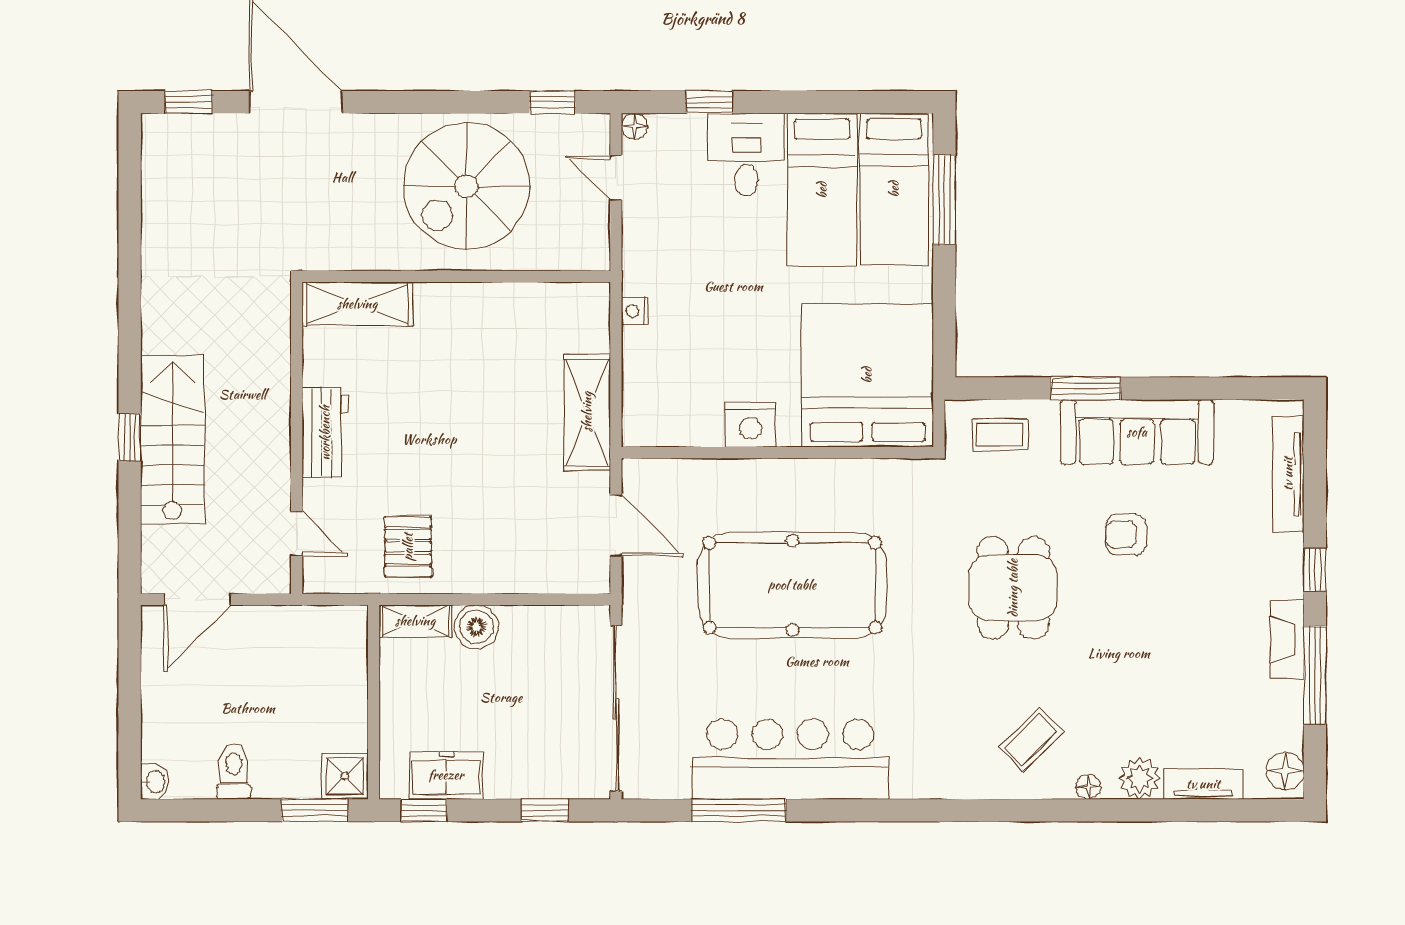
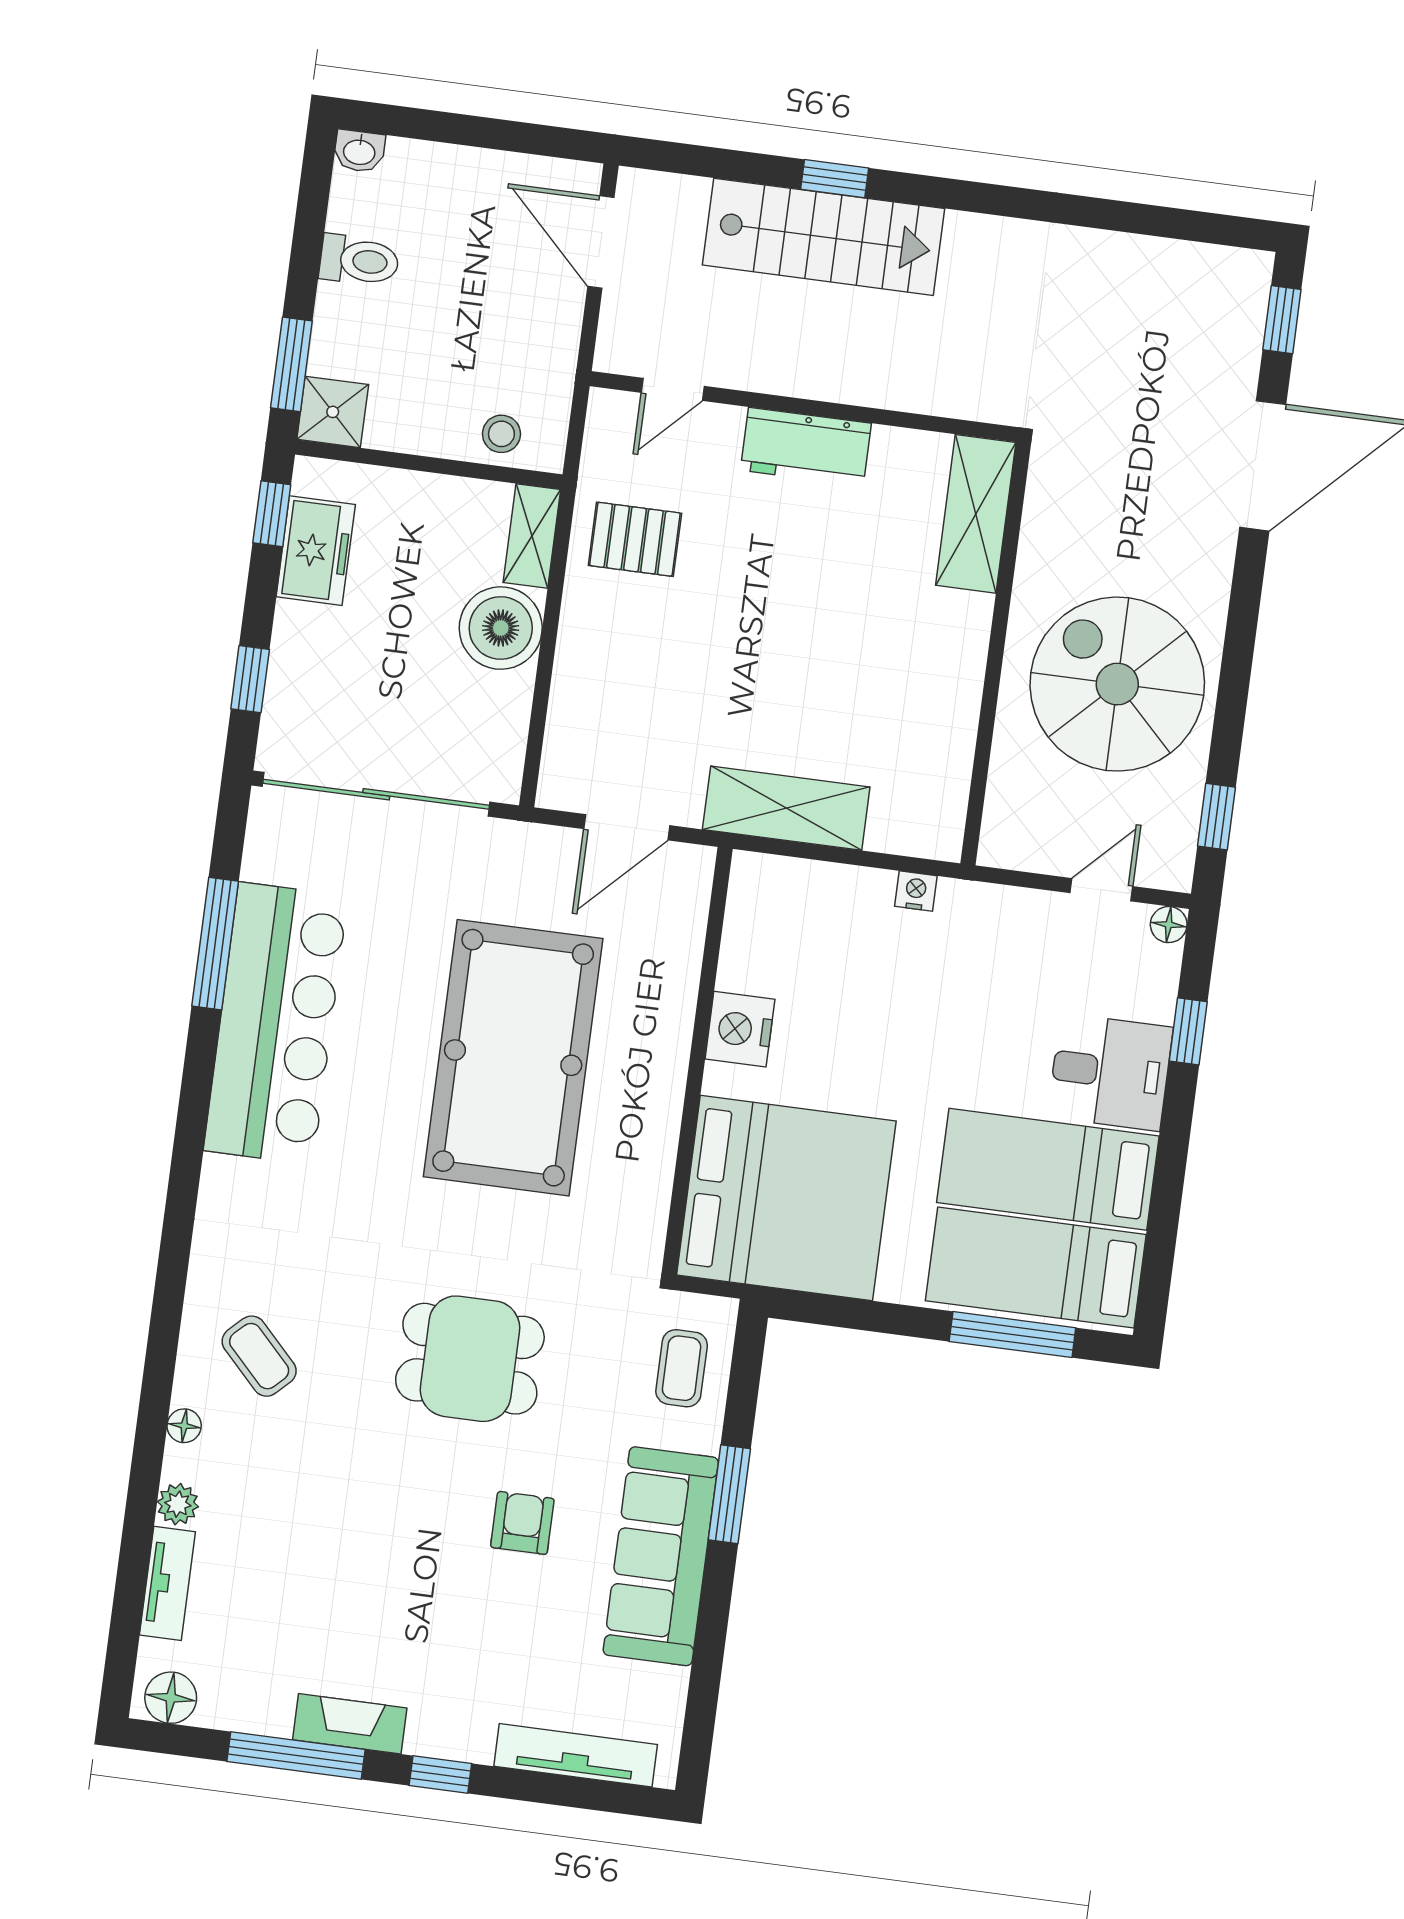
boiler: (476, 627) -> (501, 628), width x1.37, depth x1.37
stool: (345, 653) -> (501, 434), added
plant: (1140, 778) -> (178, 1504), width x0.73, depth x0.73

